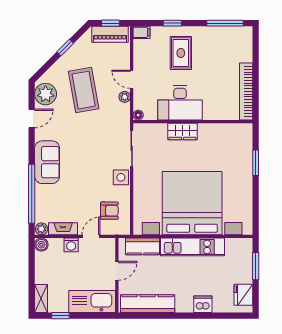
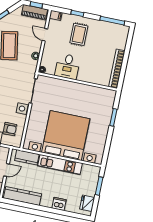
door: (132, 79) -> (45, 35), moved
desk: (180, 103) -> (68, 66), width x0.73
wardrobe: (183, 131) -> (69, 87), removed

